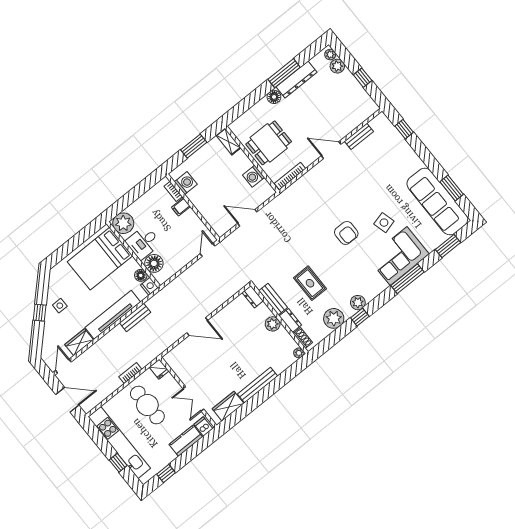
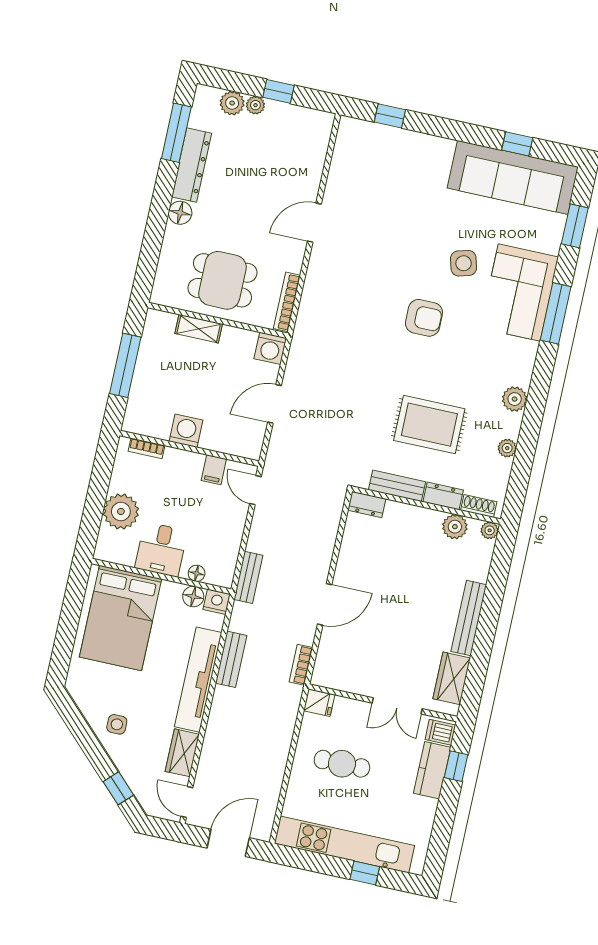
plant: (330, 55) -> (255, 105), moved
window: (284, 73) -> (176, 133), moved
bench: (359, 136) -> (248, 577), moved
shelving: (228, 141) -> (199, 329), moved
dining table: (269, 143) -> (222, 280), turned 90
window: (194, 146) -> (125, 365), width x1.44
washing machine: (254, 176) -> (270, 348), moved
washing machine: (186, 183) -> (186, 431), moved
window: (452, 188) -> (517, 144), width x0.67
filing cabinet: (181, 207) -> (214, 470), moved
plant: (123, 223) -> (121, 511), moved
floor lamp: (154, 263) -> (197, 573), width x0.53, depth x0.53
rug: (310, 283) -> (429, 425), width x1.36, depth x1.43
window: (40, 313) -> (118, 788), moved
window: (360, 317) -> (533, 416), removed
plant: (334, 318) -> (507, 448), width x0.53, depth x0.53
plant: (273, 324) -> (455, 527), moved
bookcase: (130, 373) -> (301, 665), moved
cafe table: (147, 405) -> (342, 764), width x0.73, depth x0.74
window: (166, 473) -> (456, 766), moved

